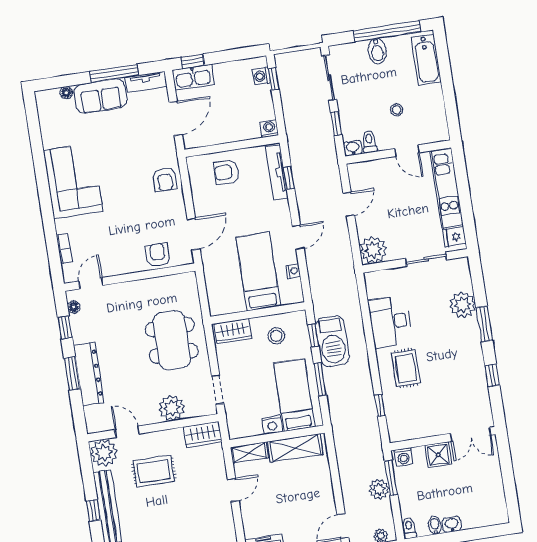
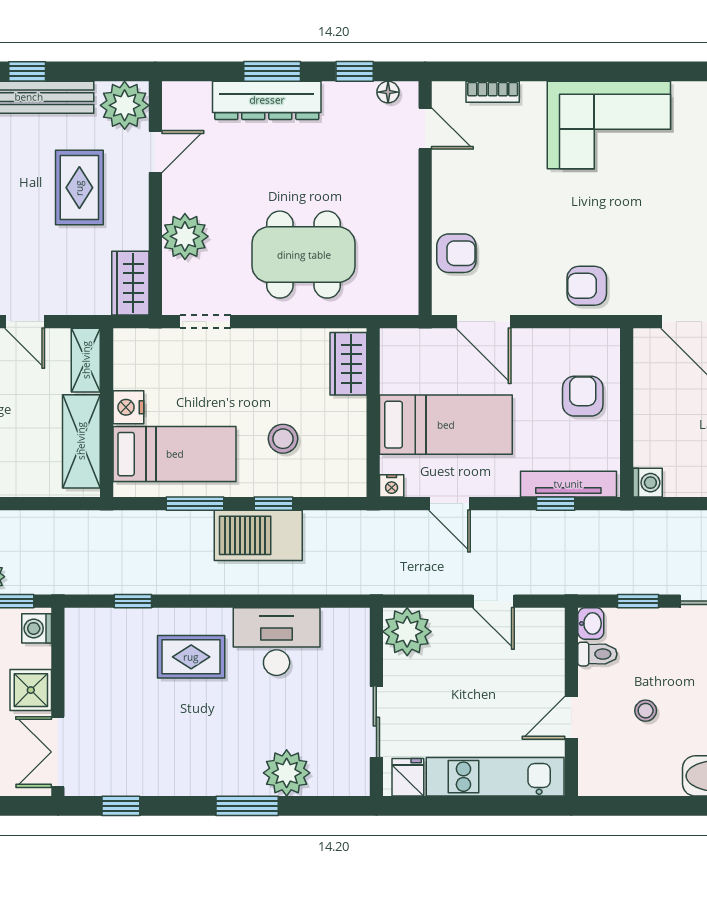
bed: (258, 271) -> (446, 425), moved
wall: (258, 313) -> (373, 413), moved
wardrobe: (233, 331) -> (348, 364), moved
window: (492, 375) -> (121, 806), moved

